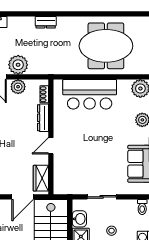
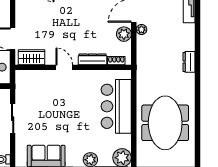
plant: (18, 65) -> (141, 29), width x0.53, depth x0.53

